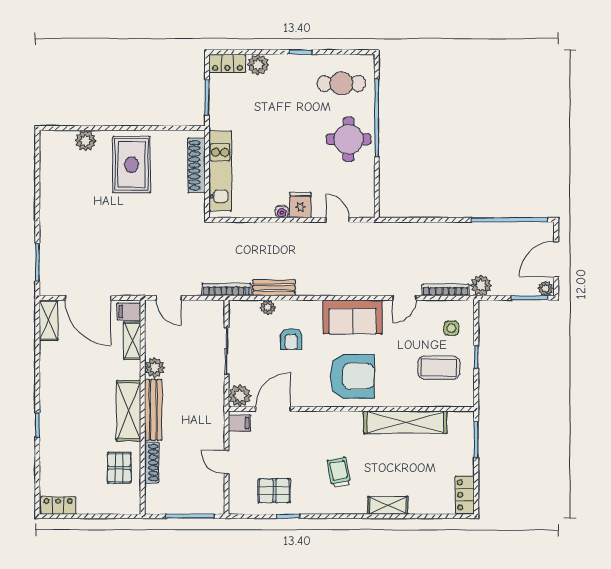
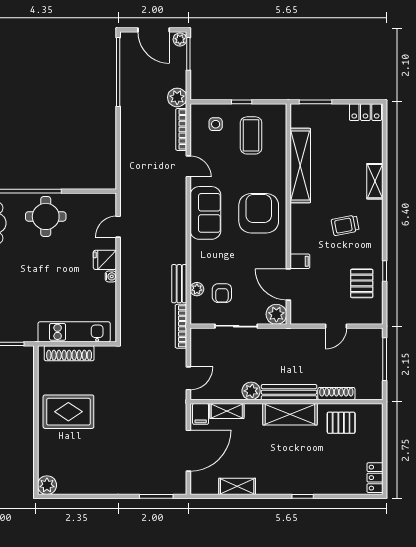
plant: (86, 141) -> (47, 485), moved
shelving: (48, 320) -> (237, 486), moved
armchair: (291, 339) -> (222, 293), moved, turned 90
filing cabinet: (239, 423) -> (300, 261), moved, turned 90

